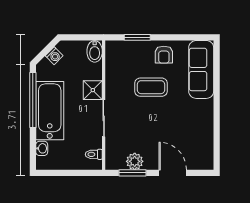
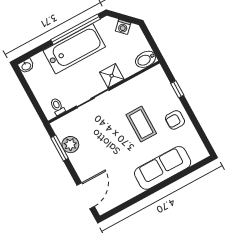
window: (137, 37) -> (177, 89), width x0.67
sofa: (201, 69) -> (163, 168), moved
washbasin: (42, 148) -> (26, 66), moved
door: (173, 173) -> (86, 196), moved

